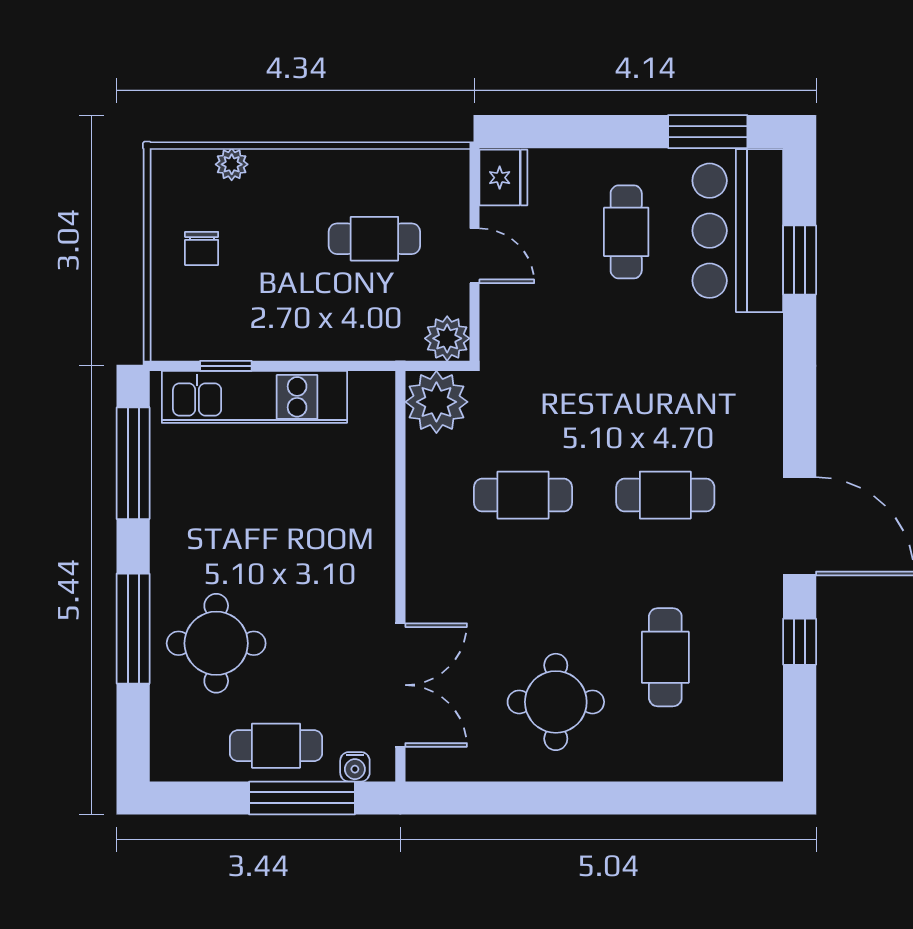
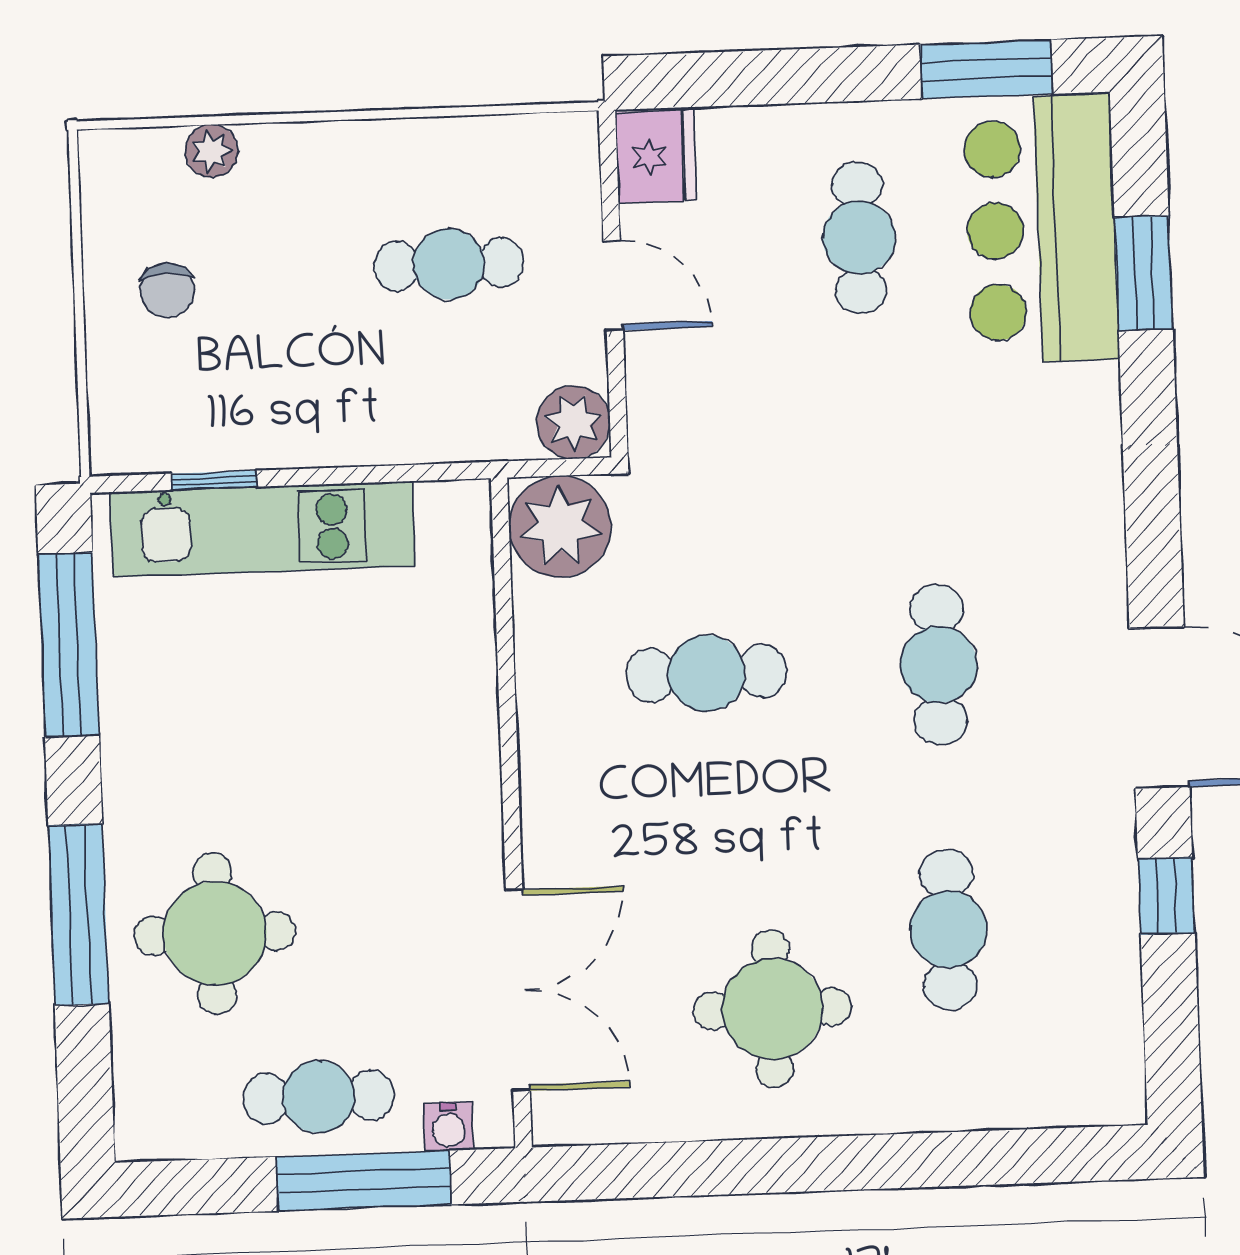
cafe table: (665, 495) -> (939, 665), turned 90

